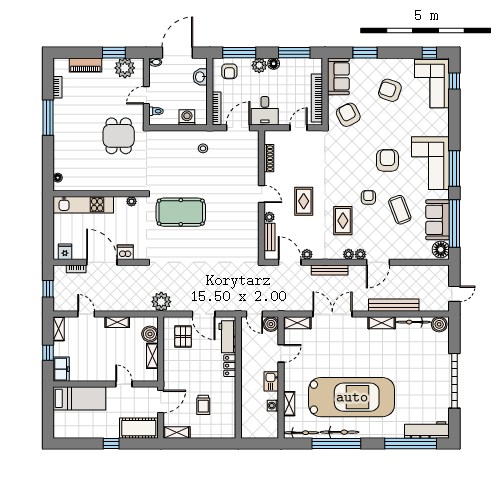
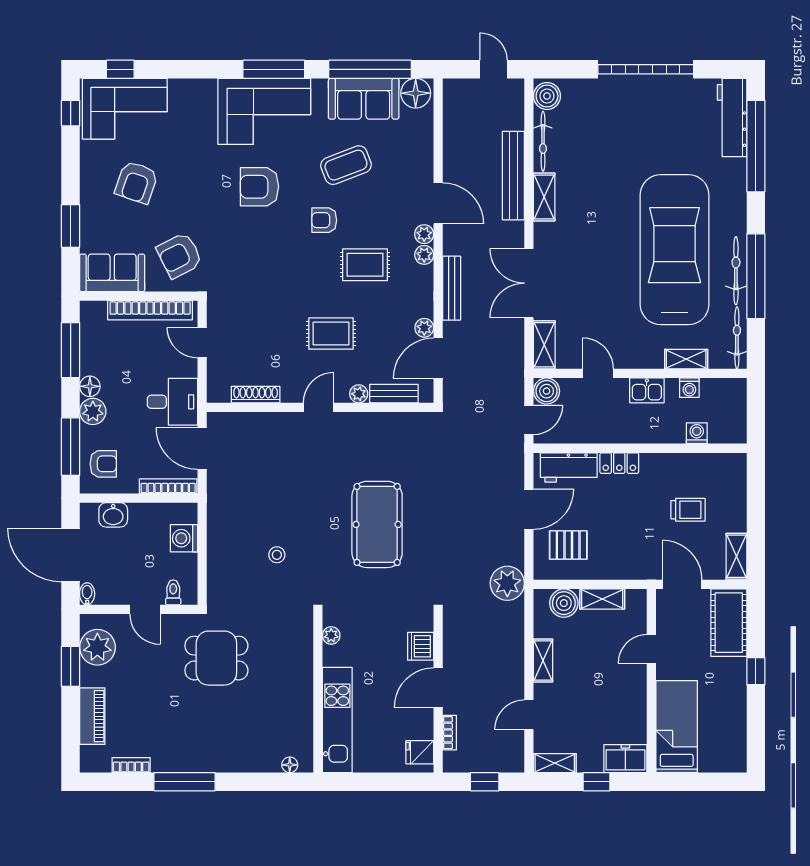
stool: (203, 148) -> (277, 555), moved
pool table: (181, 212) -> (377, 524), moved
door: (102, 262) -> (438, 687), width x0.73
washing machine: (247, 410) -> (697, 433), added

